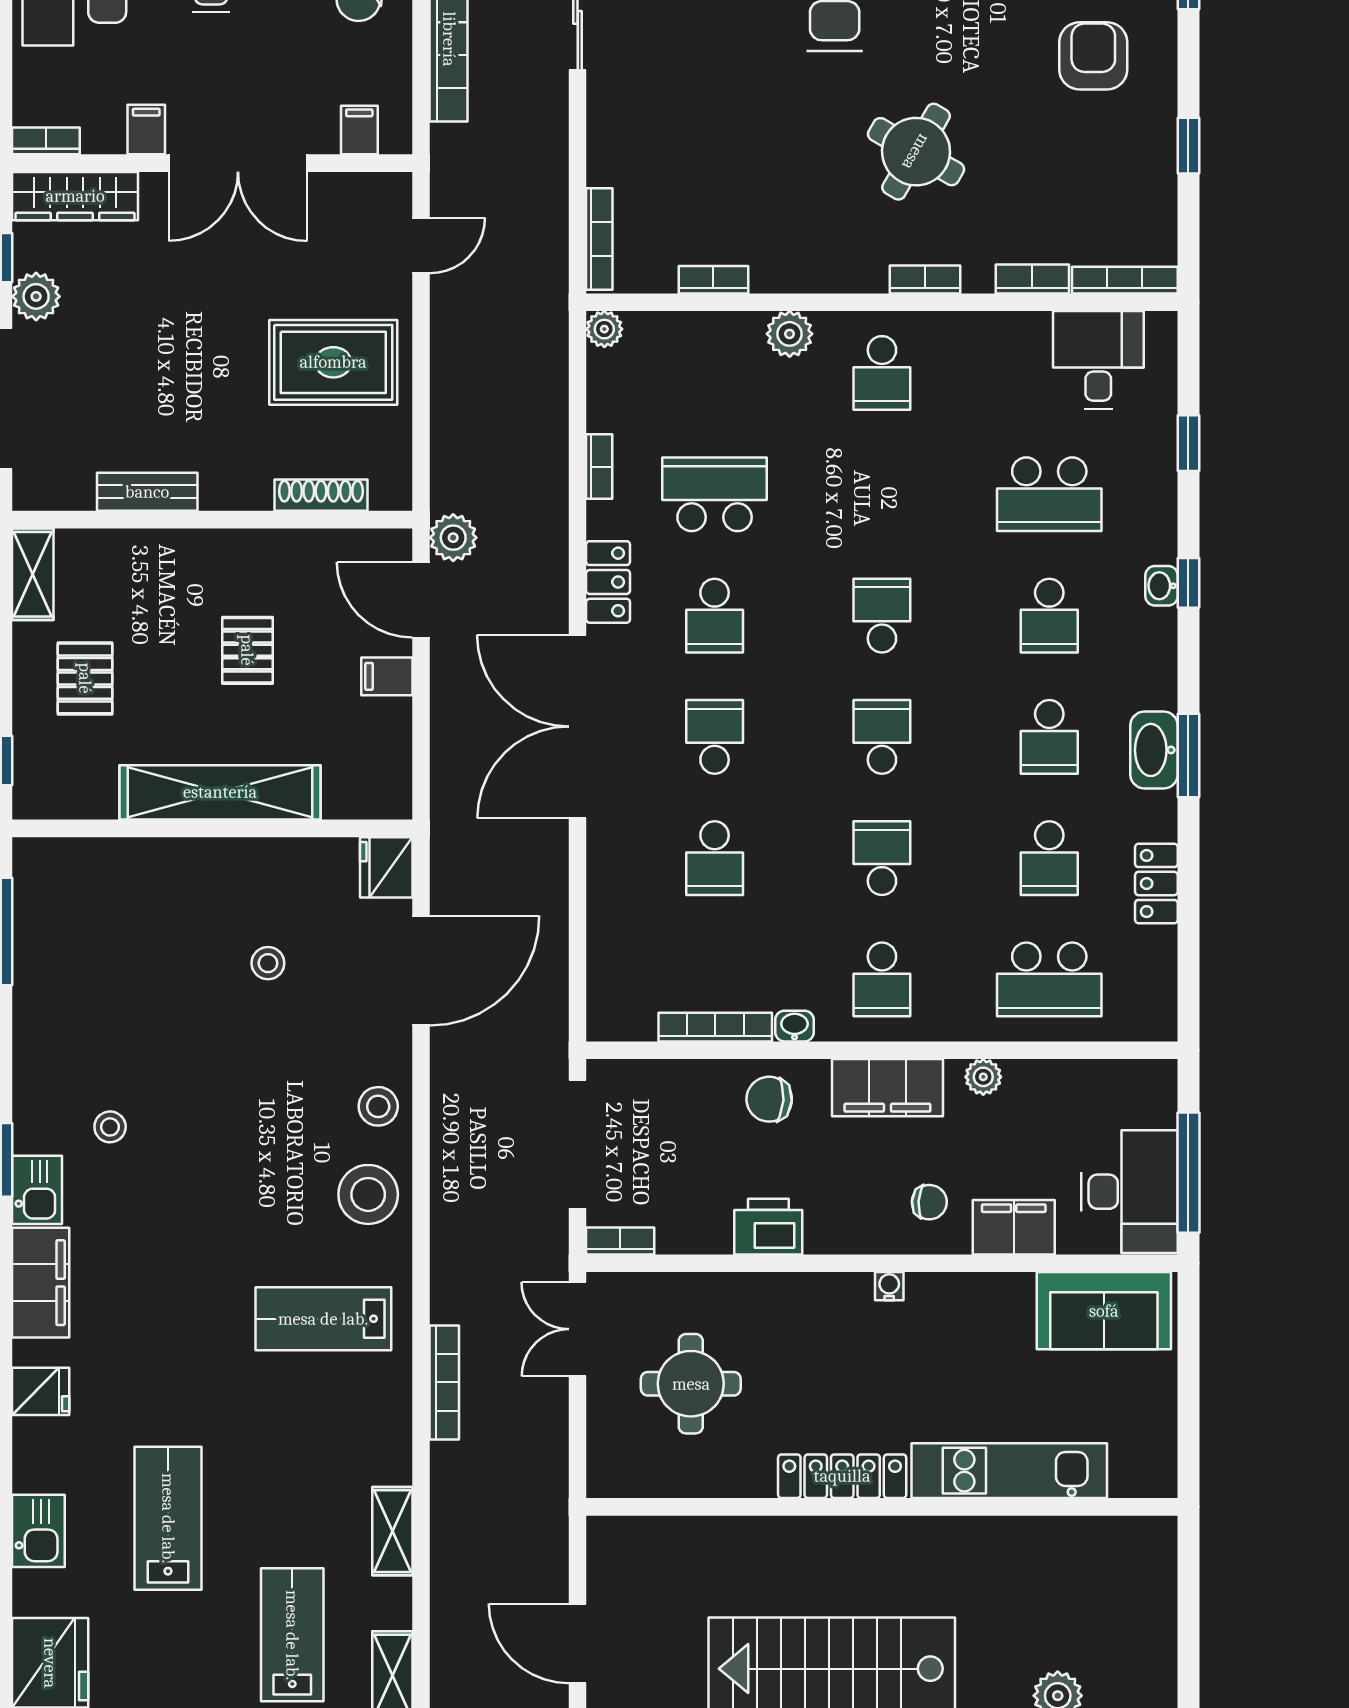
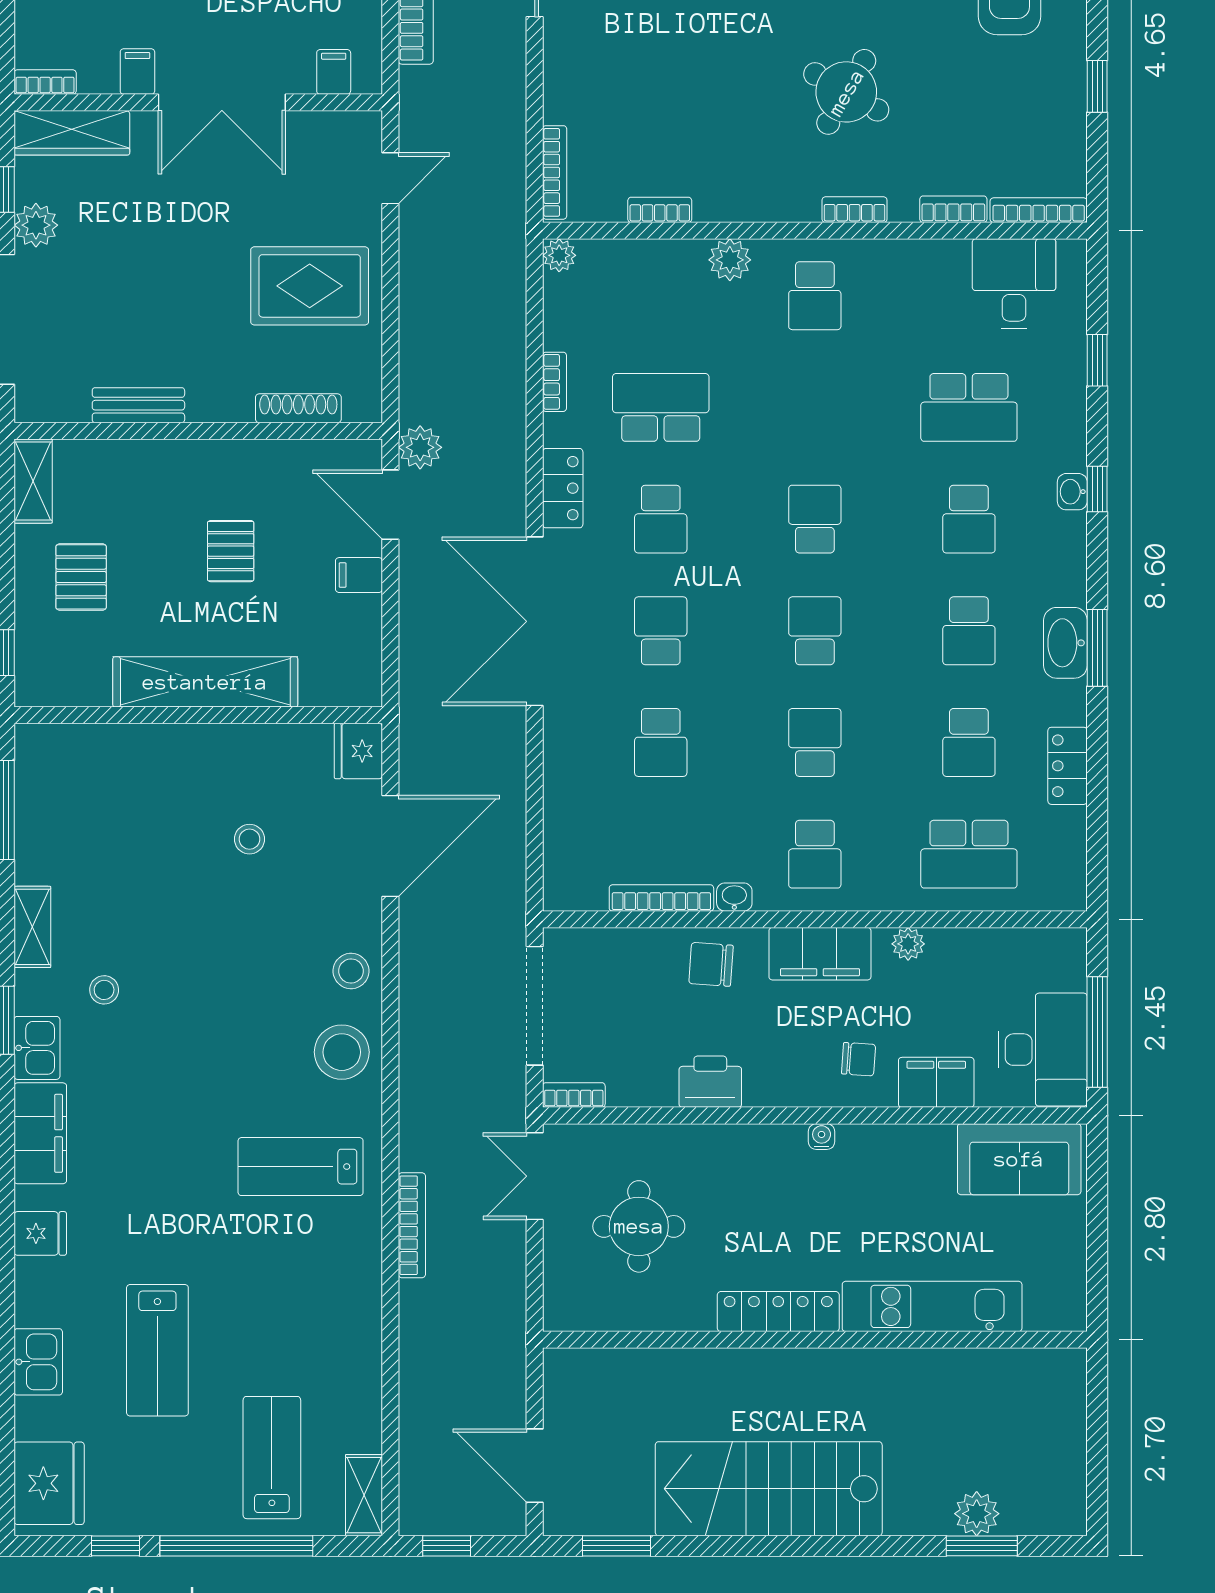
lab bench: (168, 1518) -> (157, 1350), turned 180
shelving: (392, 1531) -> (32, 927), moved

